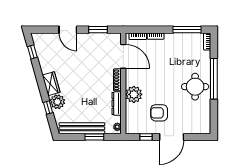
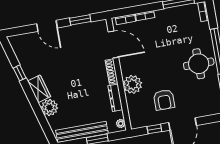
window: (32, 52) -> (20, 73), moved
window: (48, 107) -> (40, 116), removed
armchair: (159, 113) -> (164, 100), turned -90

